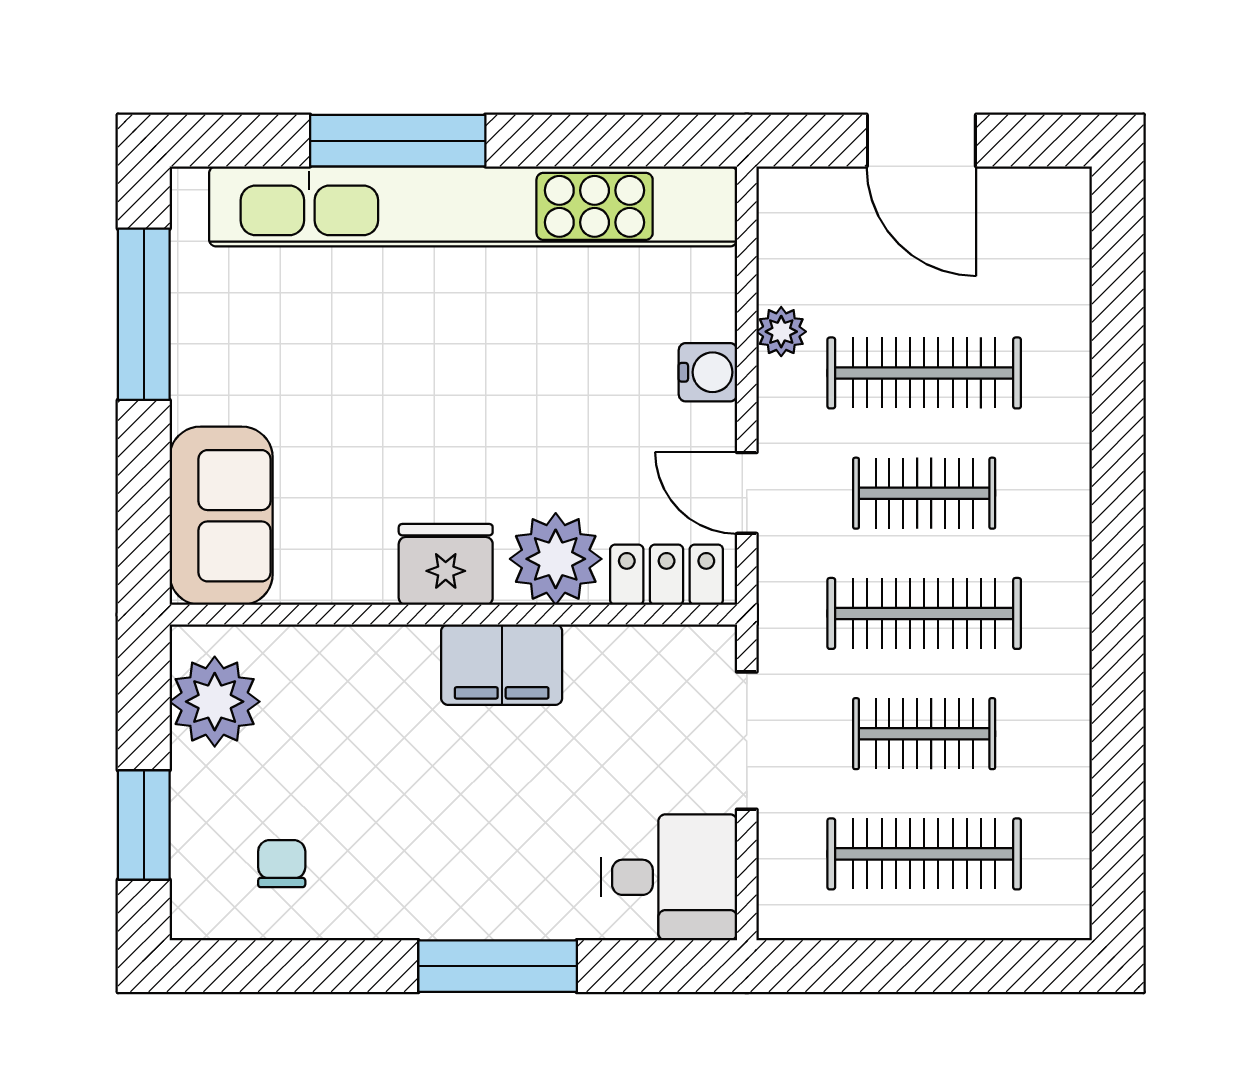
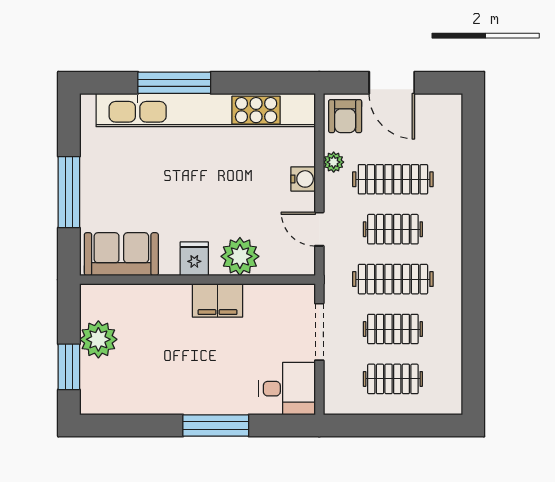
armchair: (809, 221) -> (345, 116), added
window: (144, 314) -> (69, 192), moved
sofa: (221, 516) -> (121, 254), moved, turned -90
fridge: (446, 564) -> (194, 259), width x0.72
locker: (667, 575) -> (286, 263), removed
plant: (215, 702) -> (98, 339), moved
clothes rail: (924, 854) -> (393, 379), width x0.73
chair: (282, 864) -> (126, 383), removed

